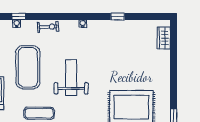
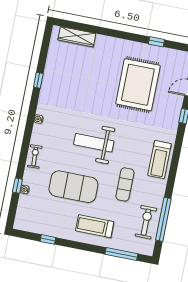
wardrobe: (164, 38) -> (77, 37), width x1.50

